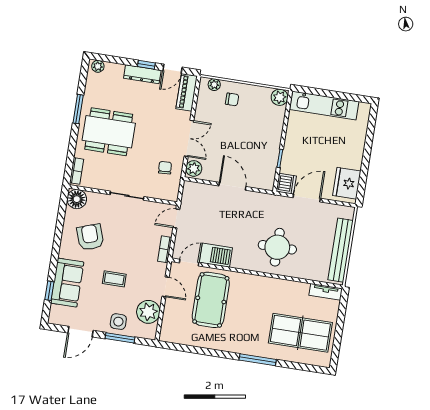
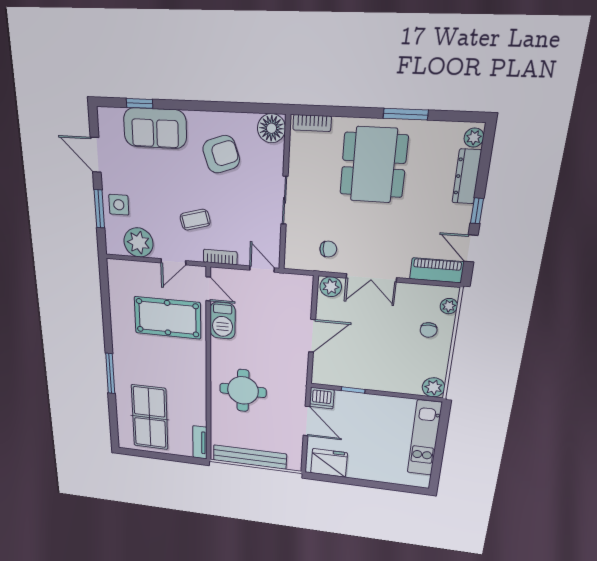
dresser: (142, 74) -> (467, 177), moved
coffee table: (114, 279) -> (195, 220), moved, turned 75

